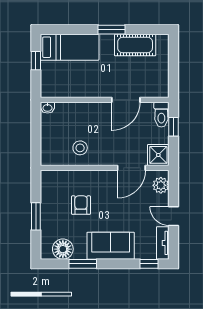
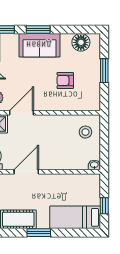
stool: (80, 148) -> (85, 132), moved
armchair: (81, 205) -> (65, 80), turned 90
window: (83, 264) -> (38, 30), moved

